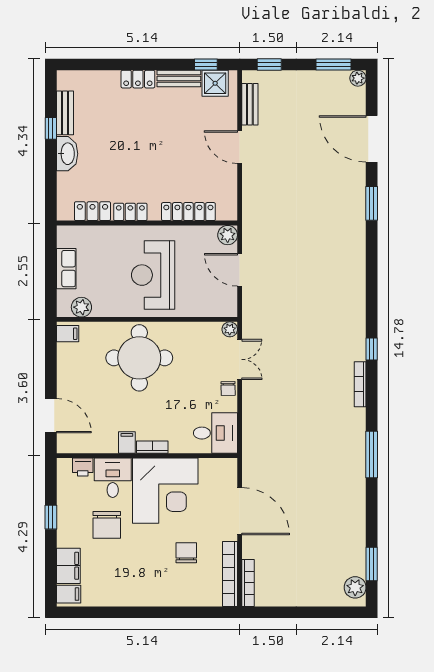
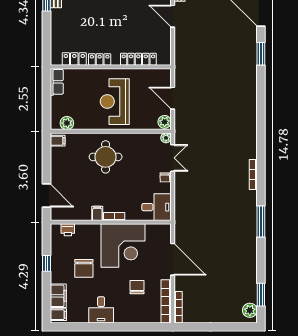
washbasin: (67, 154) -> (57, 20), removed
plant: (228, 235) -> (165, 122), moved
row of seats: (66, 269) -> (57, 82), moved
window: (372, 349) -> (261, 151), removed
round table: (139, 358) -> (106, 157), width x0.73, depth x0.73
desk: (113, 478) -> (101, 310), moved, turned 180

